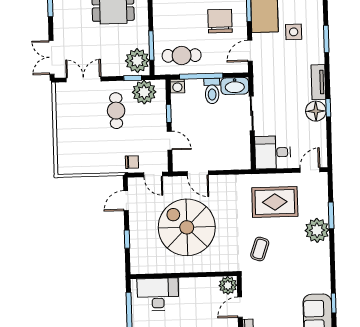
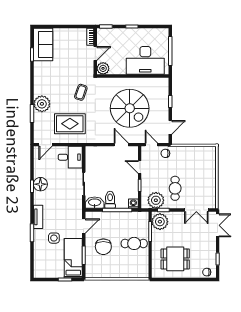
cafe table: (182, 55) -> (134, 243), moved
tv unit: (318, 82) -> (38, 217), moved
desk: (158, 294) -> (145, 60), width x1.36, depth x1.30

